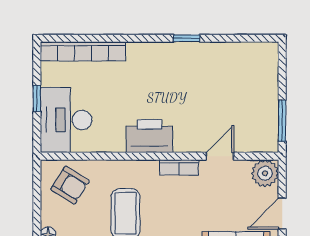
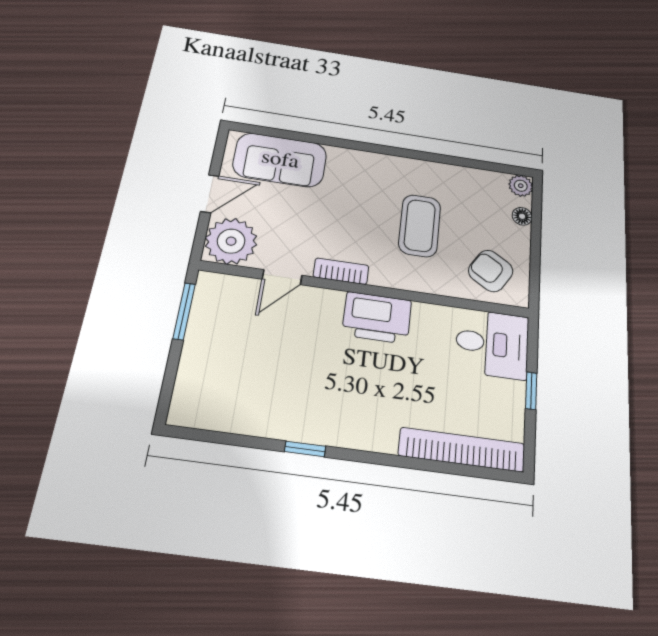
desk: (66, 120) -> (492, 344), width x0.73
plant: (265, 173) -> (231, 241), width x1.36, depth x1.36

